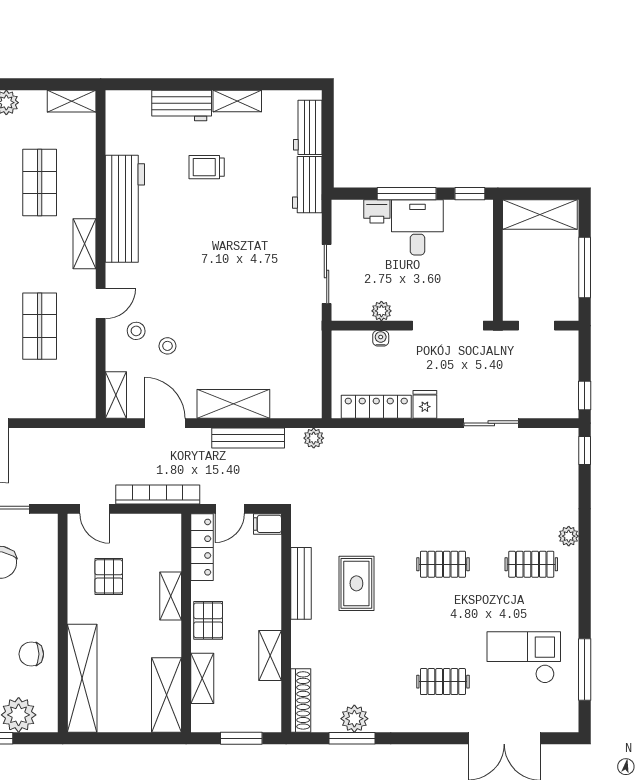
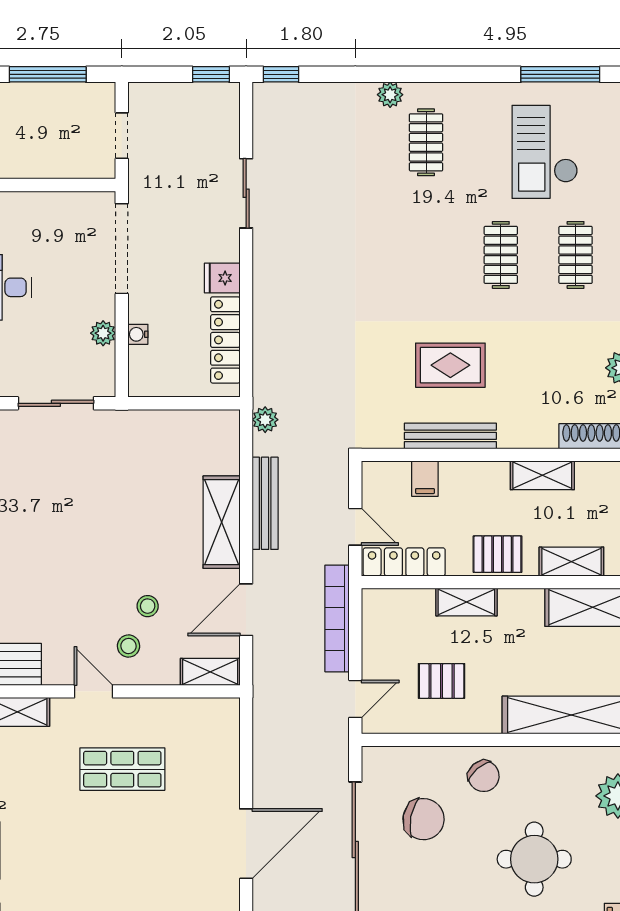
filing cabinet: (267, 524) -> (425, 479), moved
clothes rail: (443, 564) -> (501, 255), moved
chair: (31, 654) -> (484, 776), moved, turned -41

